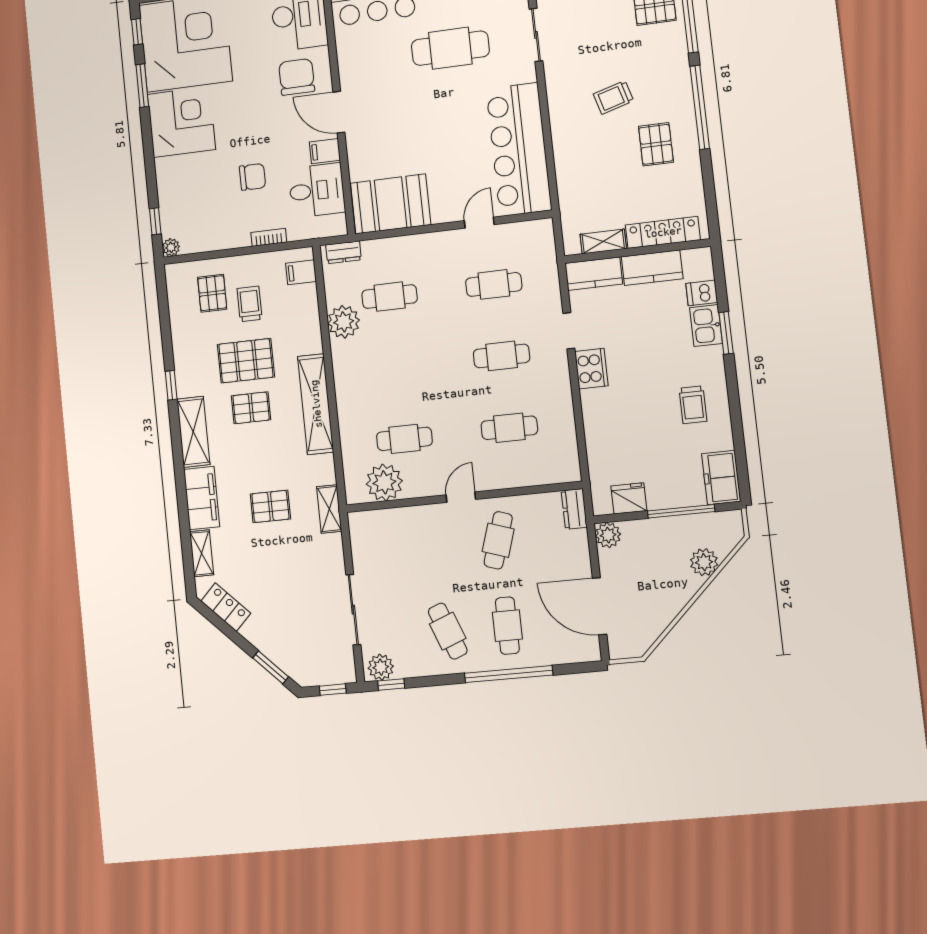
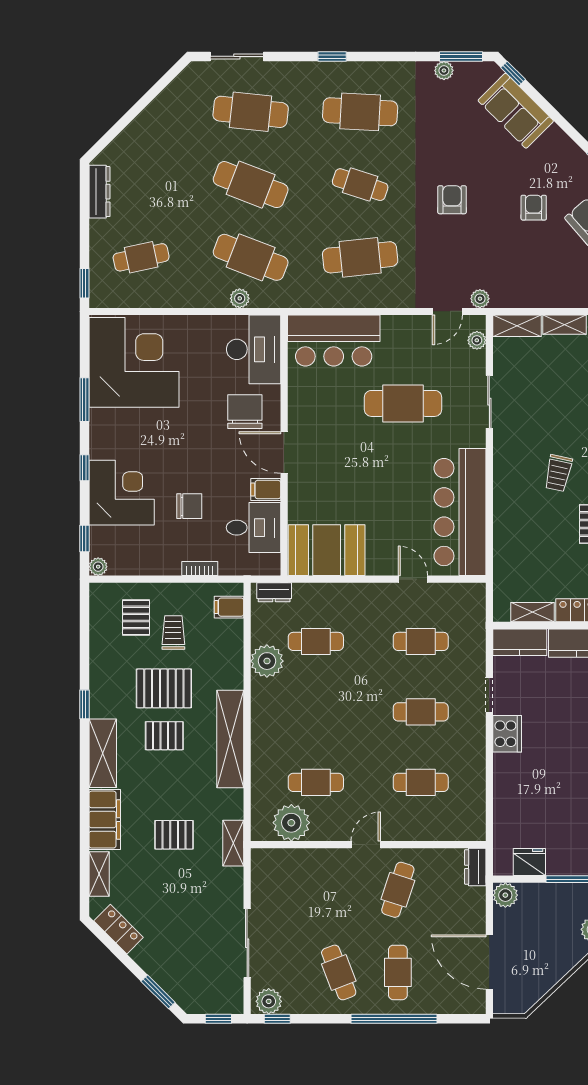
window: (137, 32) -> (84, 468), moved
trolley: (613, 97) -> (558, 473), turned -62
corner desk: (181, 122) -> (122, 493), moved
door: (479, 223) -> (413, 579), hinge flipped

